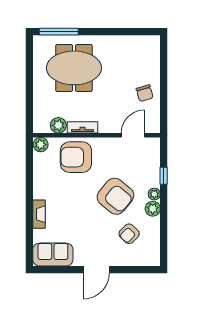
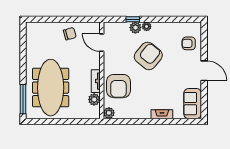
meeting table: (74, 68) -> (51, 88), width x1.36
plant: (153, 209) -> (135, 28), moved
armchair: (129, 234) -> (189, 43), moved, turned 135

